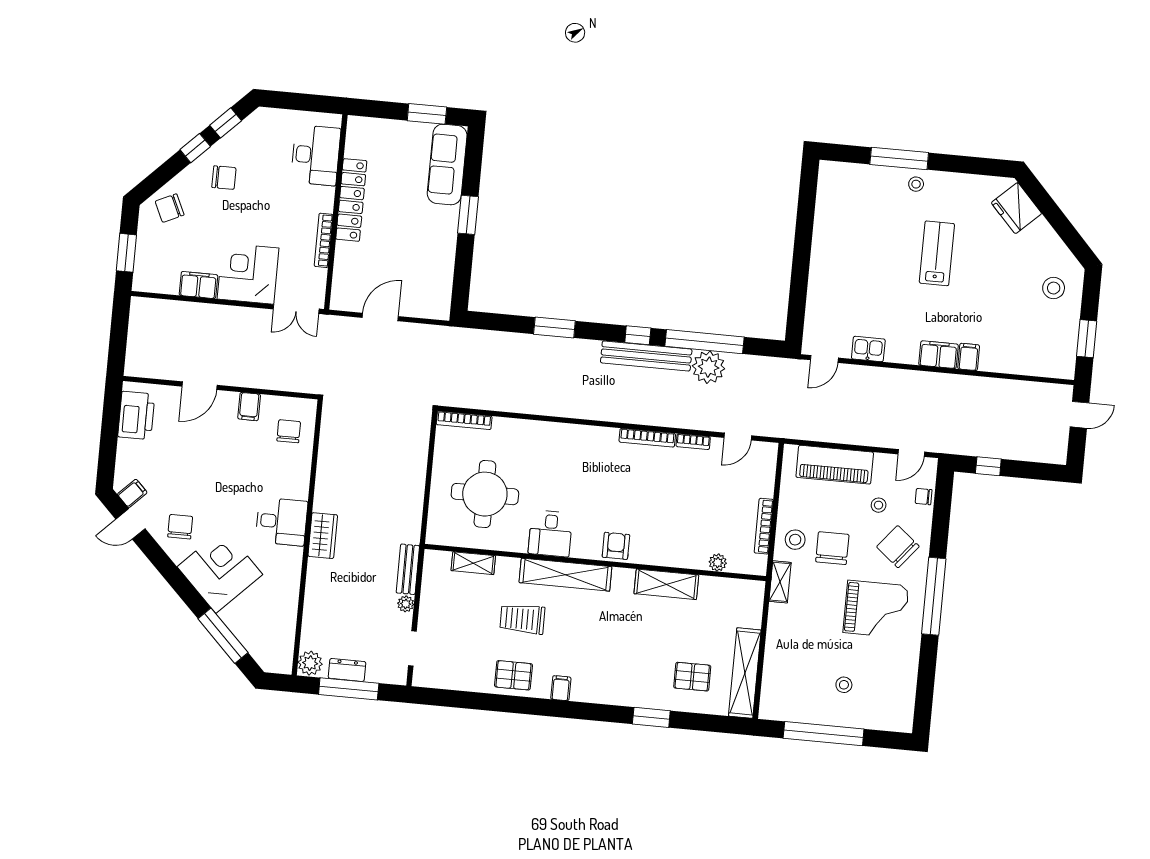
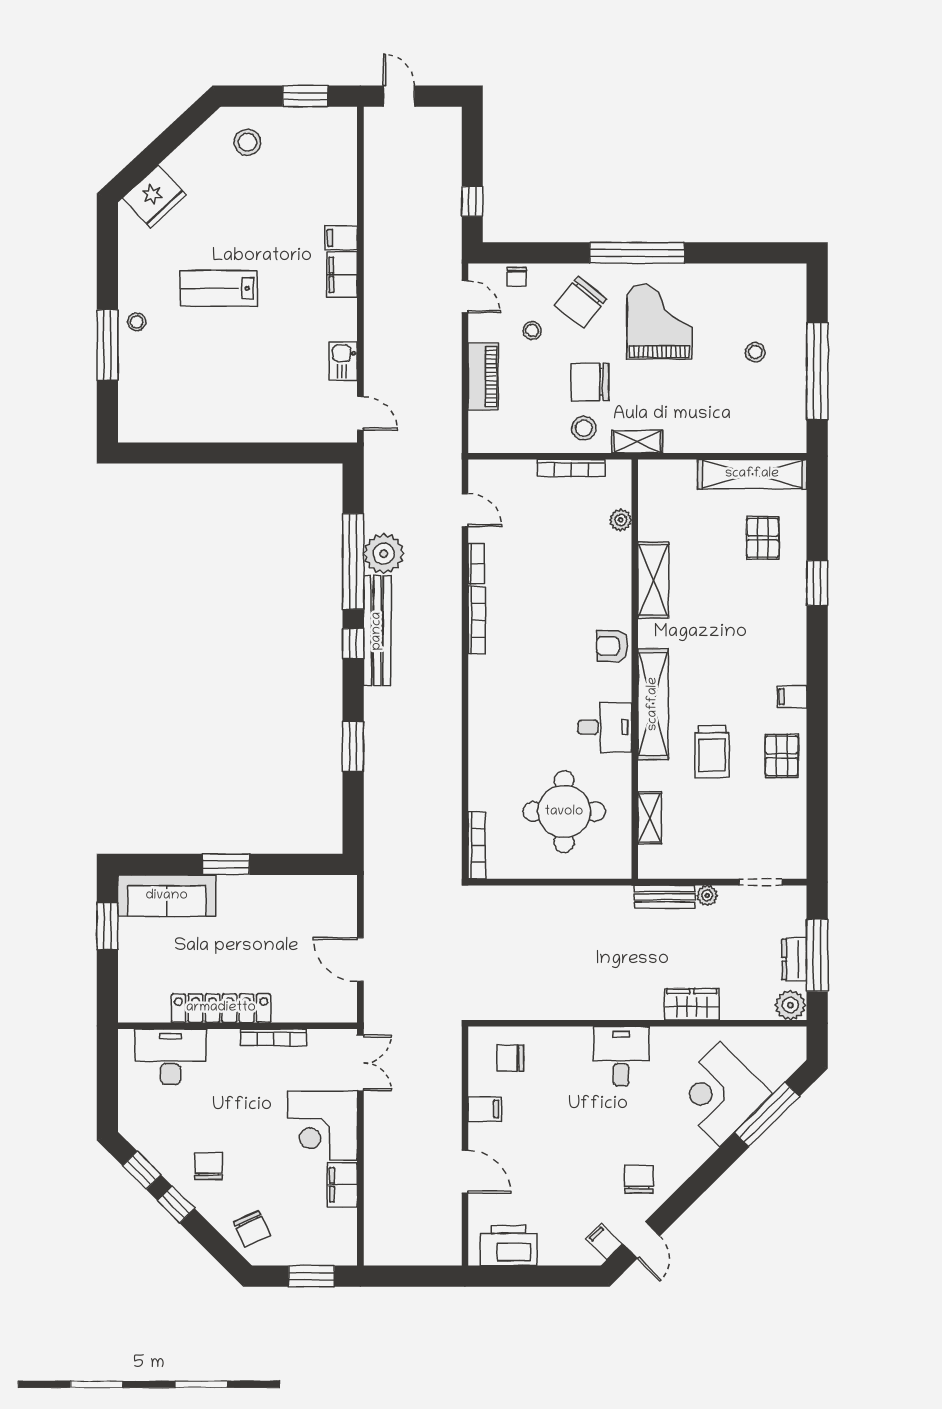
piano: (835, 465) -> (483, 376), width x0.73, depth x0.75
chair: (180, 527) -> (639, 1179), turned 90
wardrobe: (323, 536) -> (692, 1004), moved
corner desk: (220, 571) -> (720, 1094), moved

